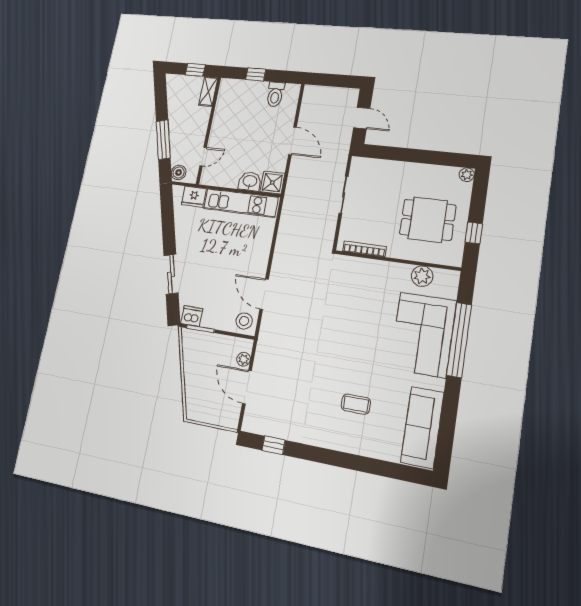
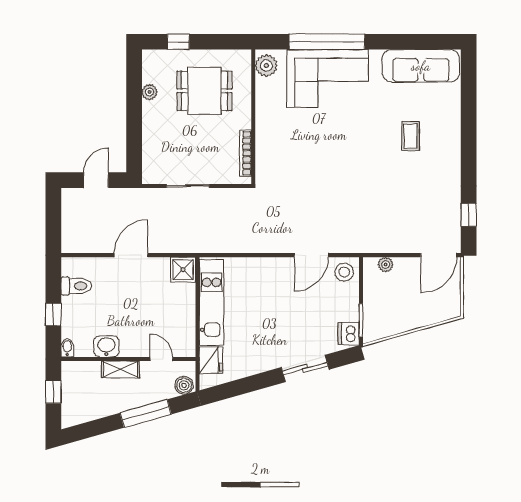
bidet: (227, 83) -> (67, 348), added
shelving: (208, 91) -> (120, 369), moved
plant: (467, 175) -> (150, 92), moved
washbasin: (250, 181) -> (106, 346), moved, turned 90
dining table: (428, 220) -> (204, 91), turned 90
window: (474, 233) -> (178, 42), moved
plant: (422, 276) -> (266, 65), moved
door: (247, 387) -> (439, 255), moved

